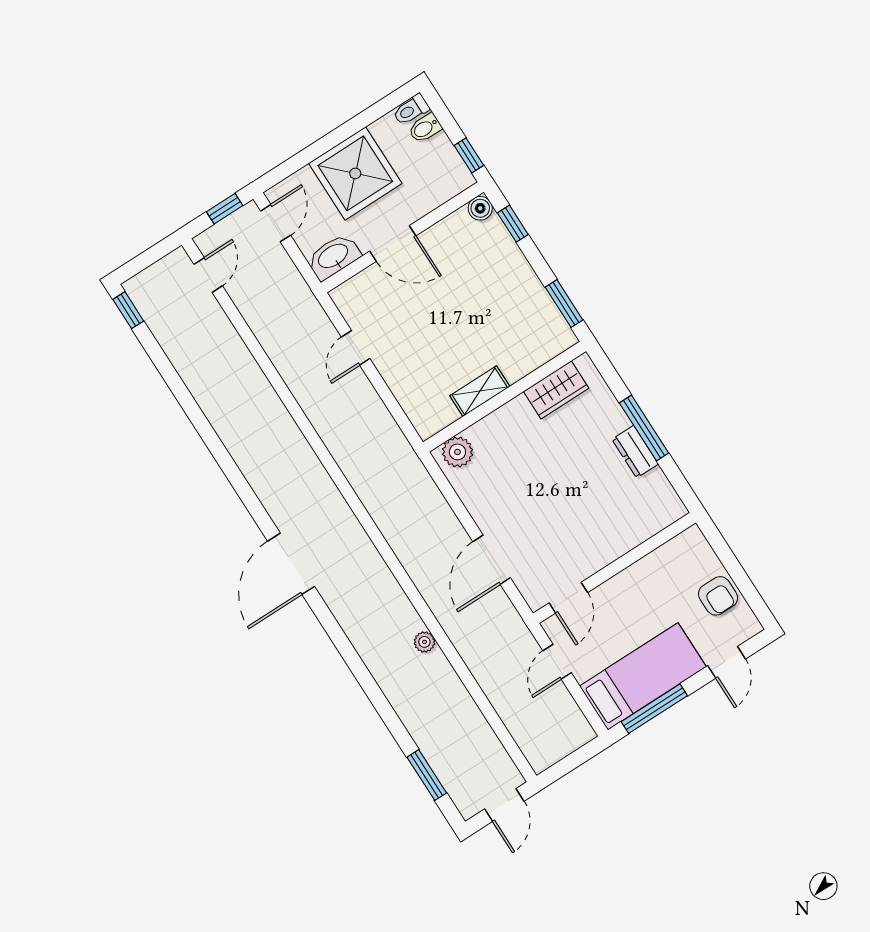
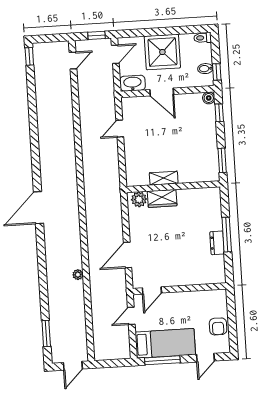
bidet: (425, 128) -> (205, 69), moved
wardrobe: (556, 390) -> (162, 198), moved

